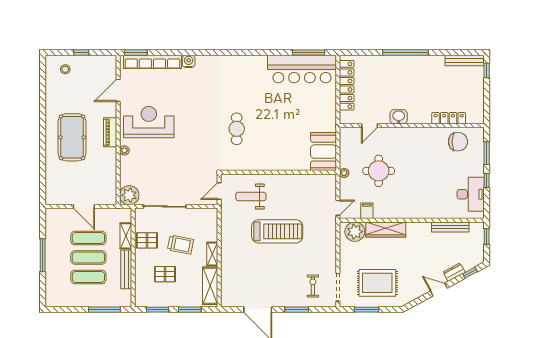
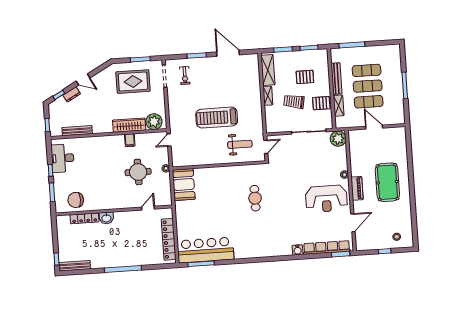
washbasin: (399, 117) -> (106, 218), moved
filing cabinet: (367, 211) -> (130, 140), moved

